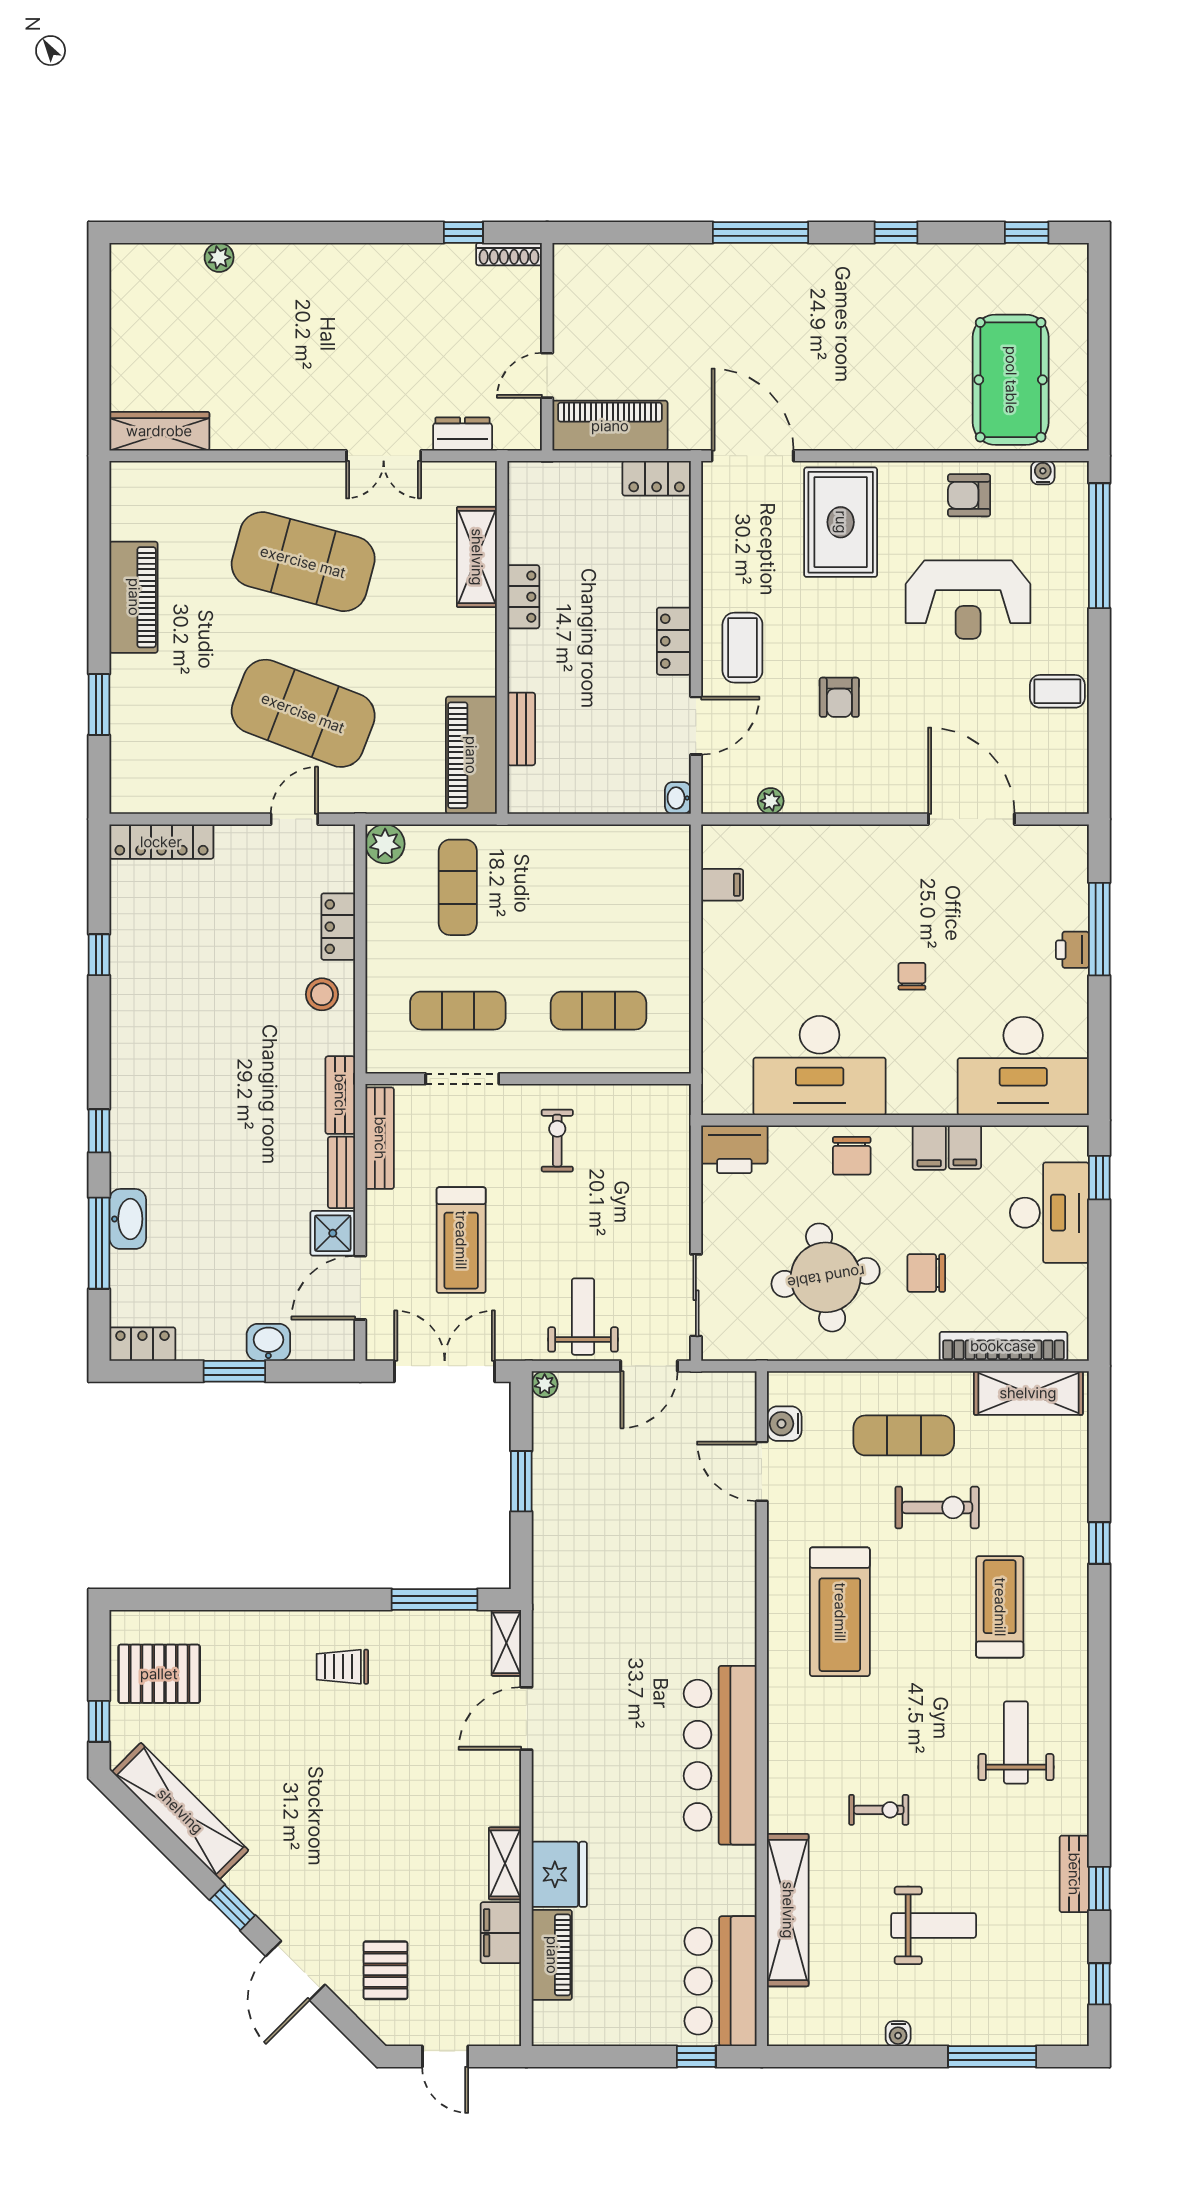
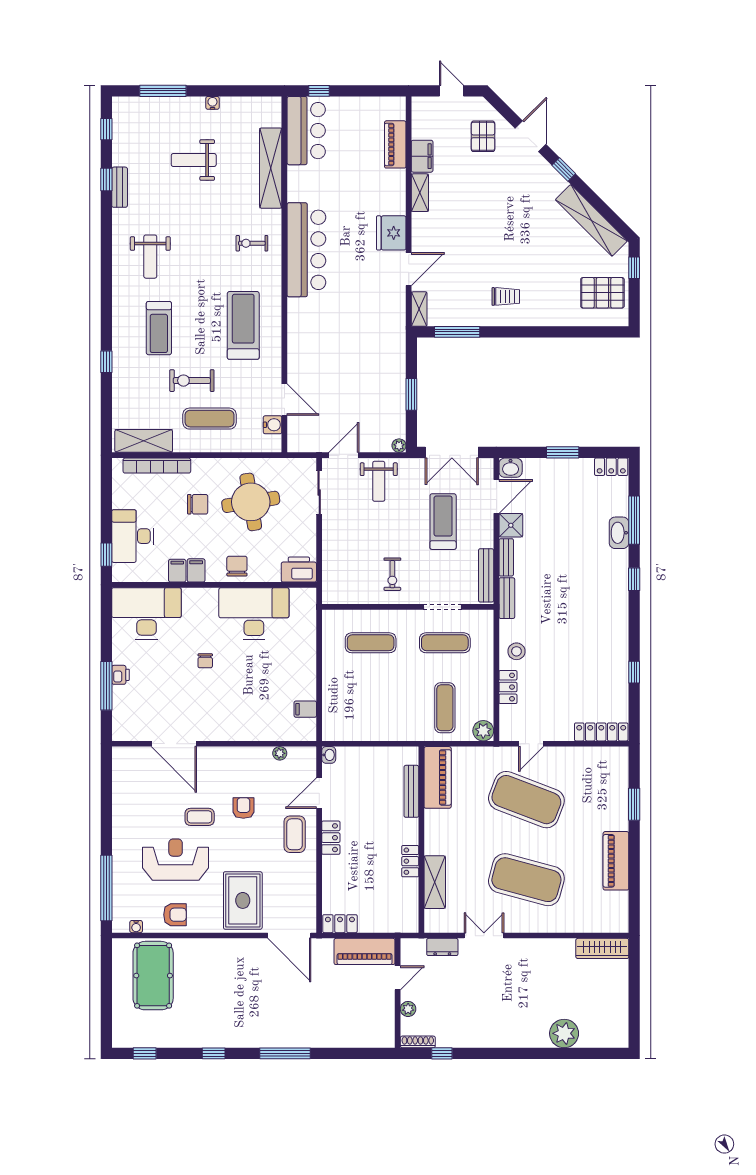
plant: (219, 257) -> (564, 1033), width x1.87, depth x1.87
plant: (527, 317) -> (408, 1009), added
coffee table: (1057, 691) -> (200, 817), moved
bench: (521, 729) -> (411, 791), width x1.36
washbasin: (268, 1342) -> (511, 468), moved
exercise bike: (879, 1810) -> (252, 243), moved
fridge: (559, 1874) -> (391, 233), moved

